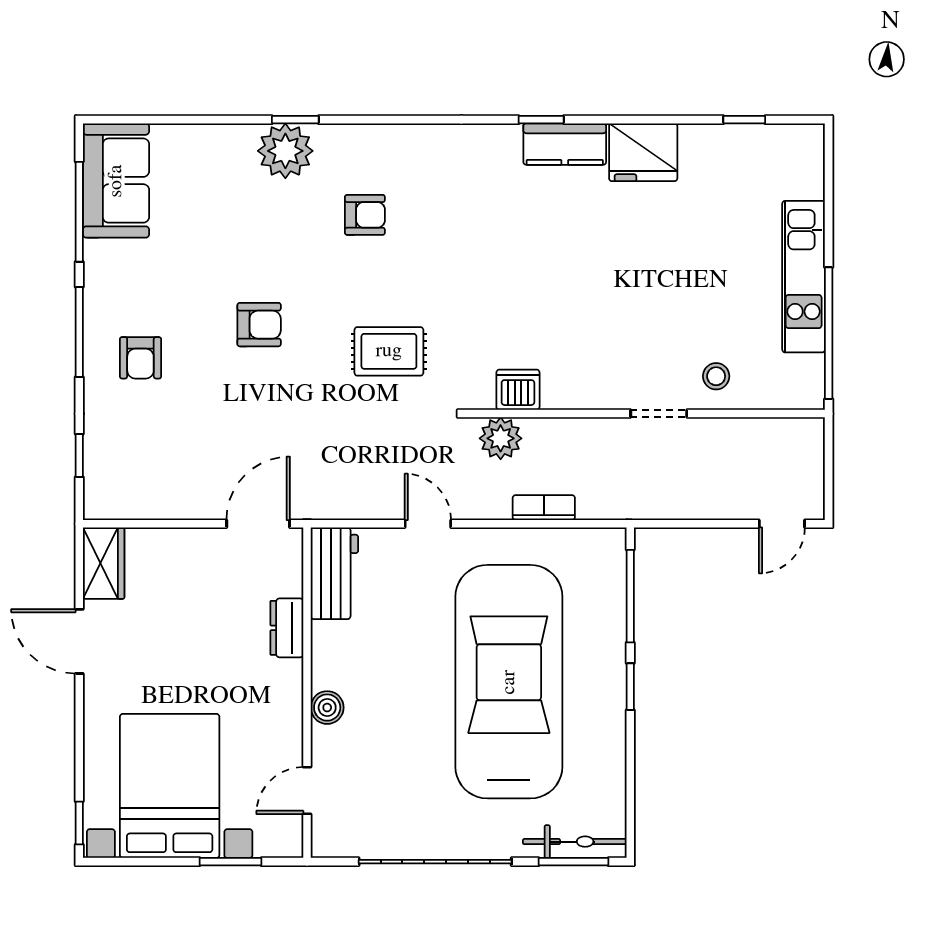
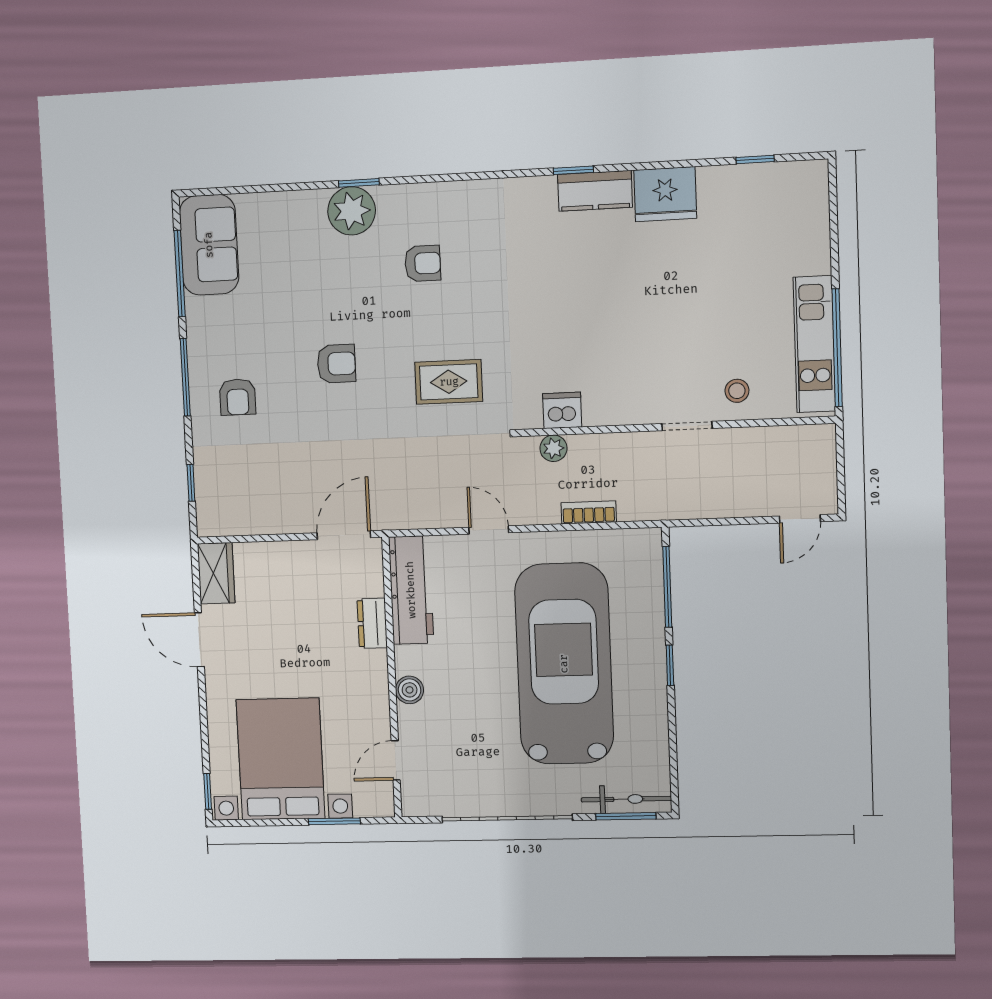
kitchen unit: (804, 277) -> (814, 344), moved
plant: (501, 438) -> (553, 448), width x0.73, depth x0.73
workbench: (334, 573) -> (411, 590), width x1.38

